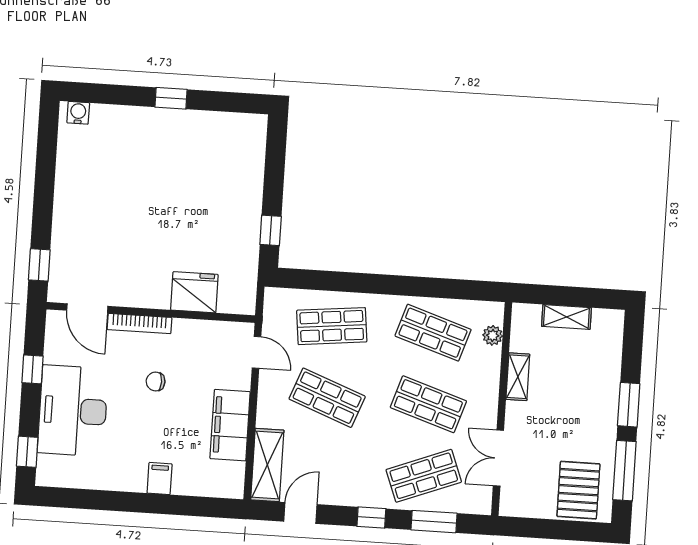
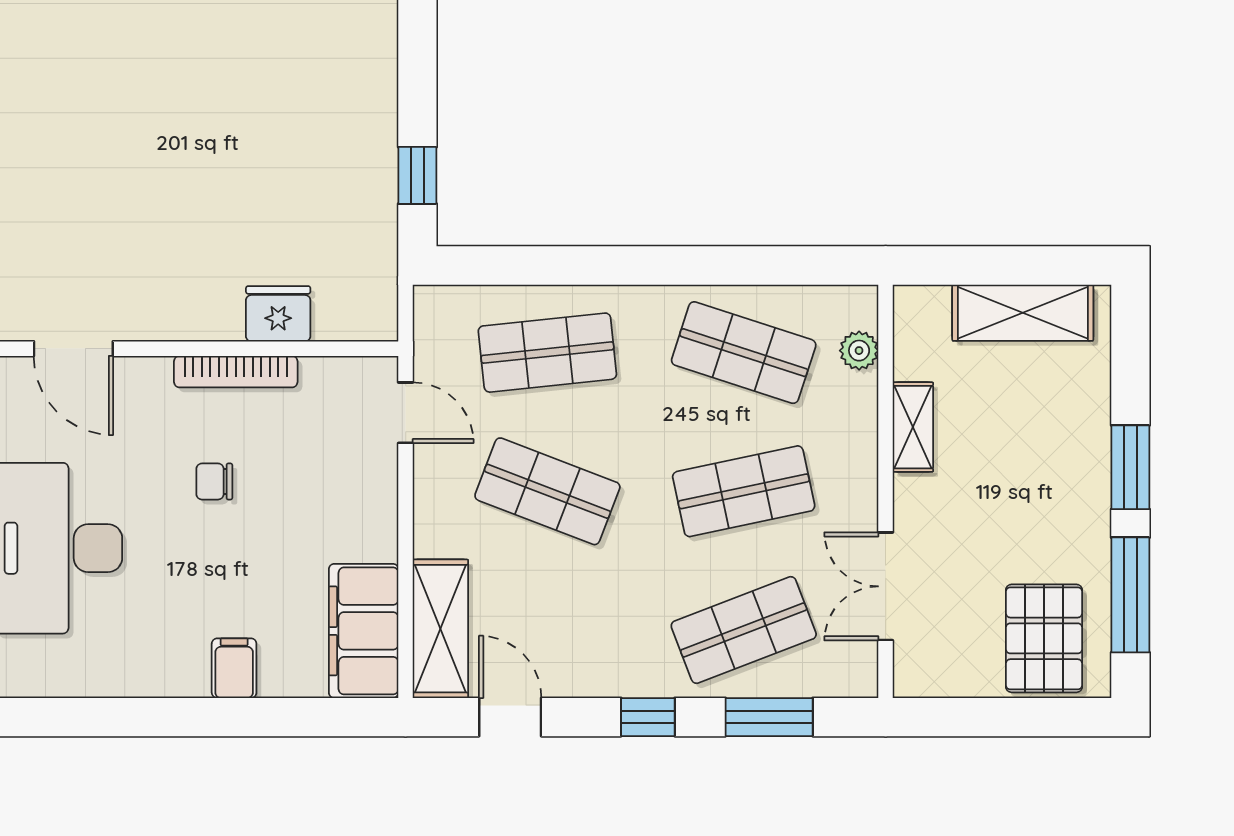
fridge: (194, 292) -> (278, 314), width x0.73, depth x0.75
shelving: (566, 317) -> (1023, 313), width x1.50, depth x1.33
bookcase: (139, 324) -> (236, 372), moved
shop shelf: (428, 404) -> (744, 491), turned -30
filing cabinet: (230, 425) -> (364, 631), moved
door: (300, 513) -> (510, 717), hinge flipped

